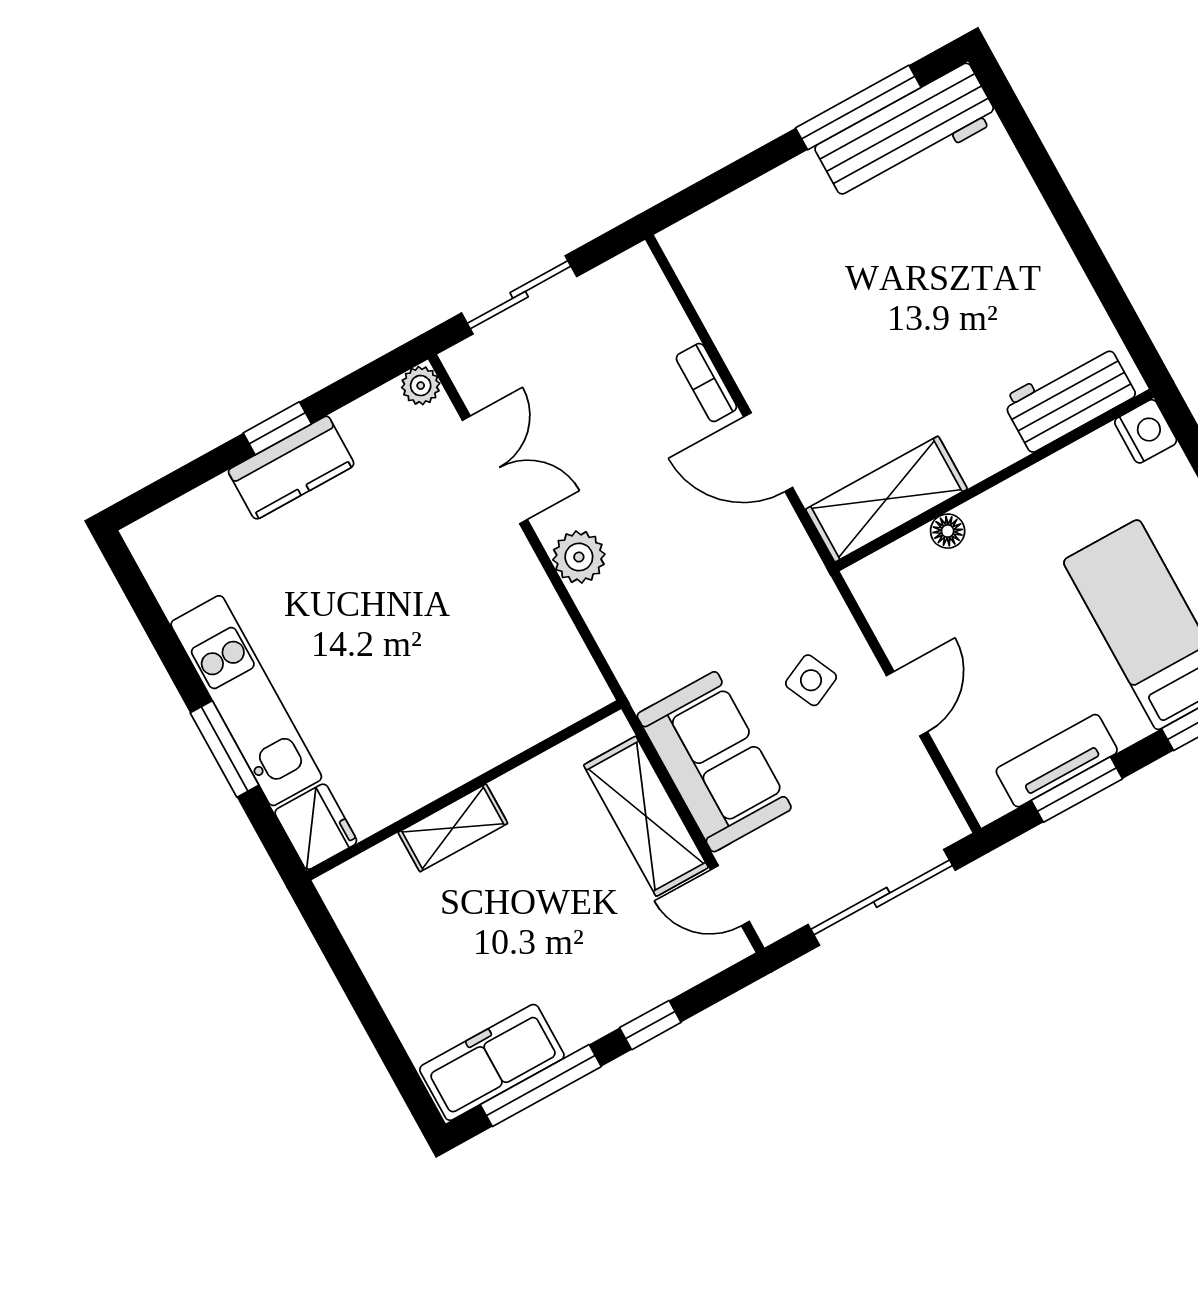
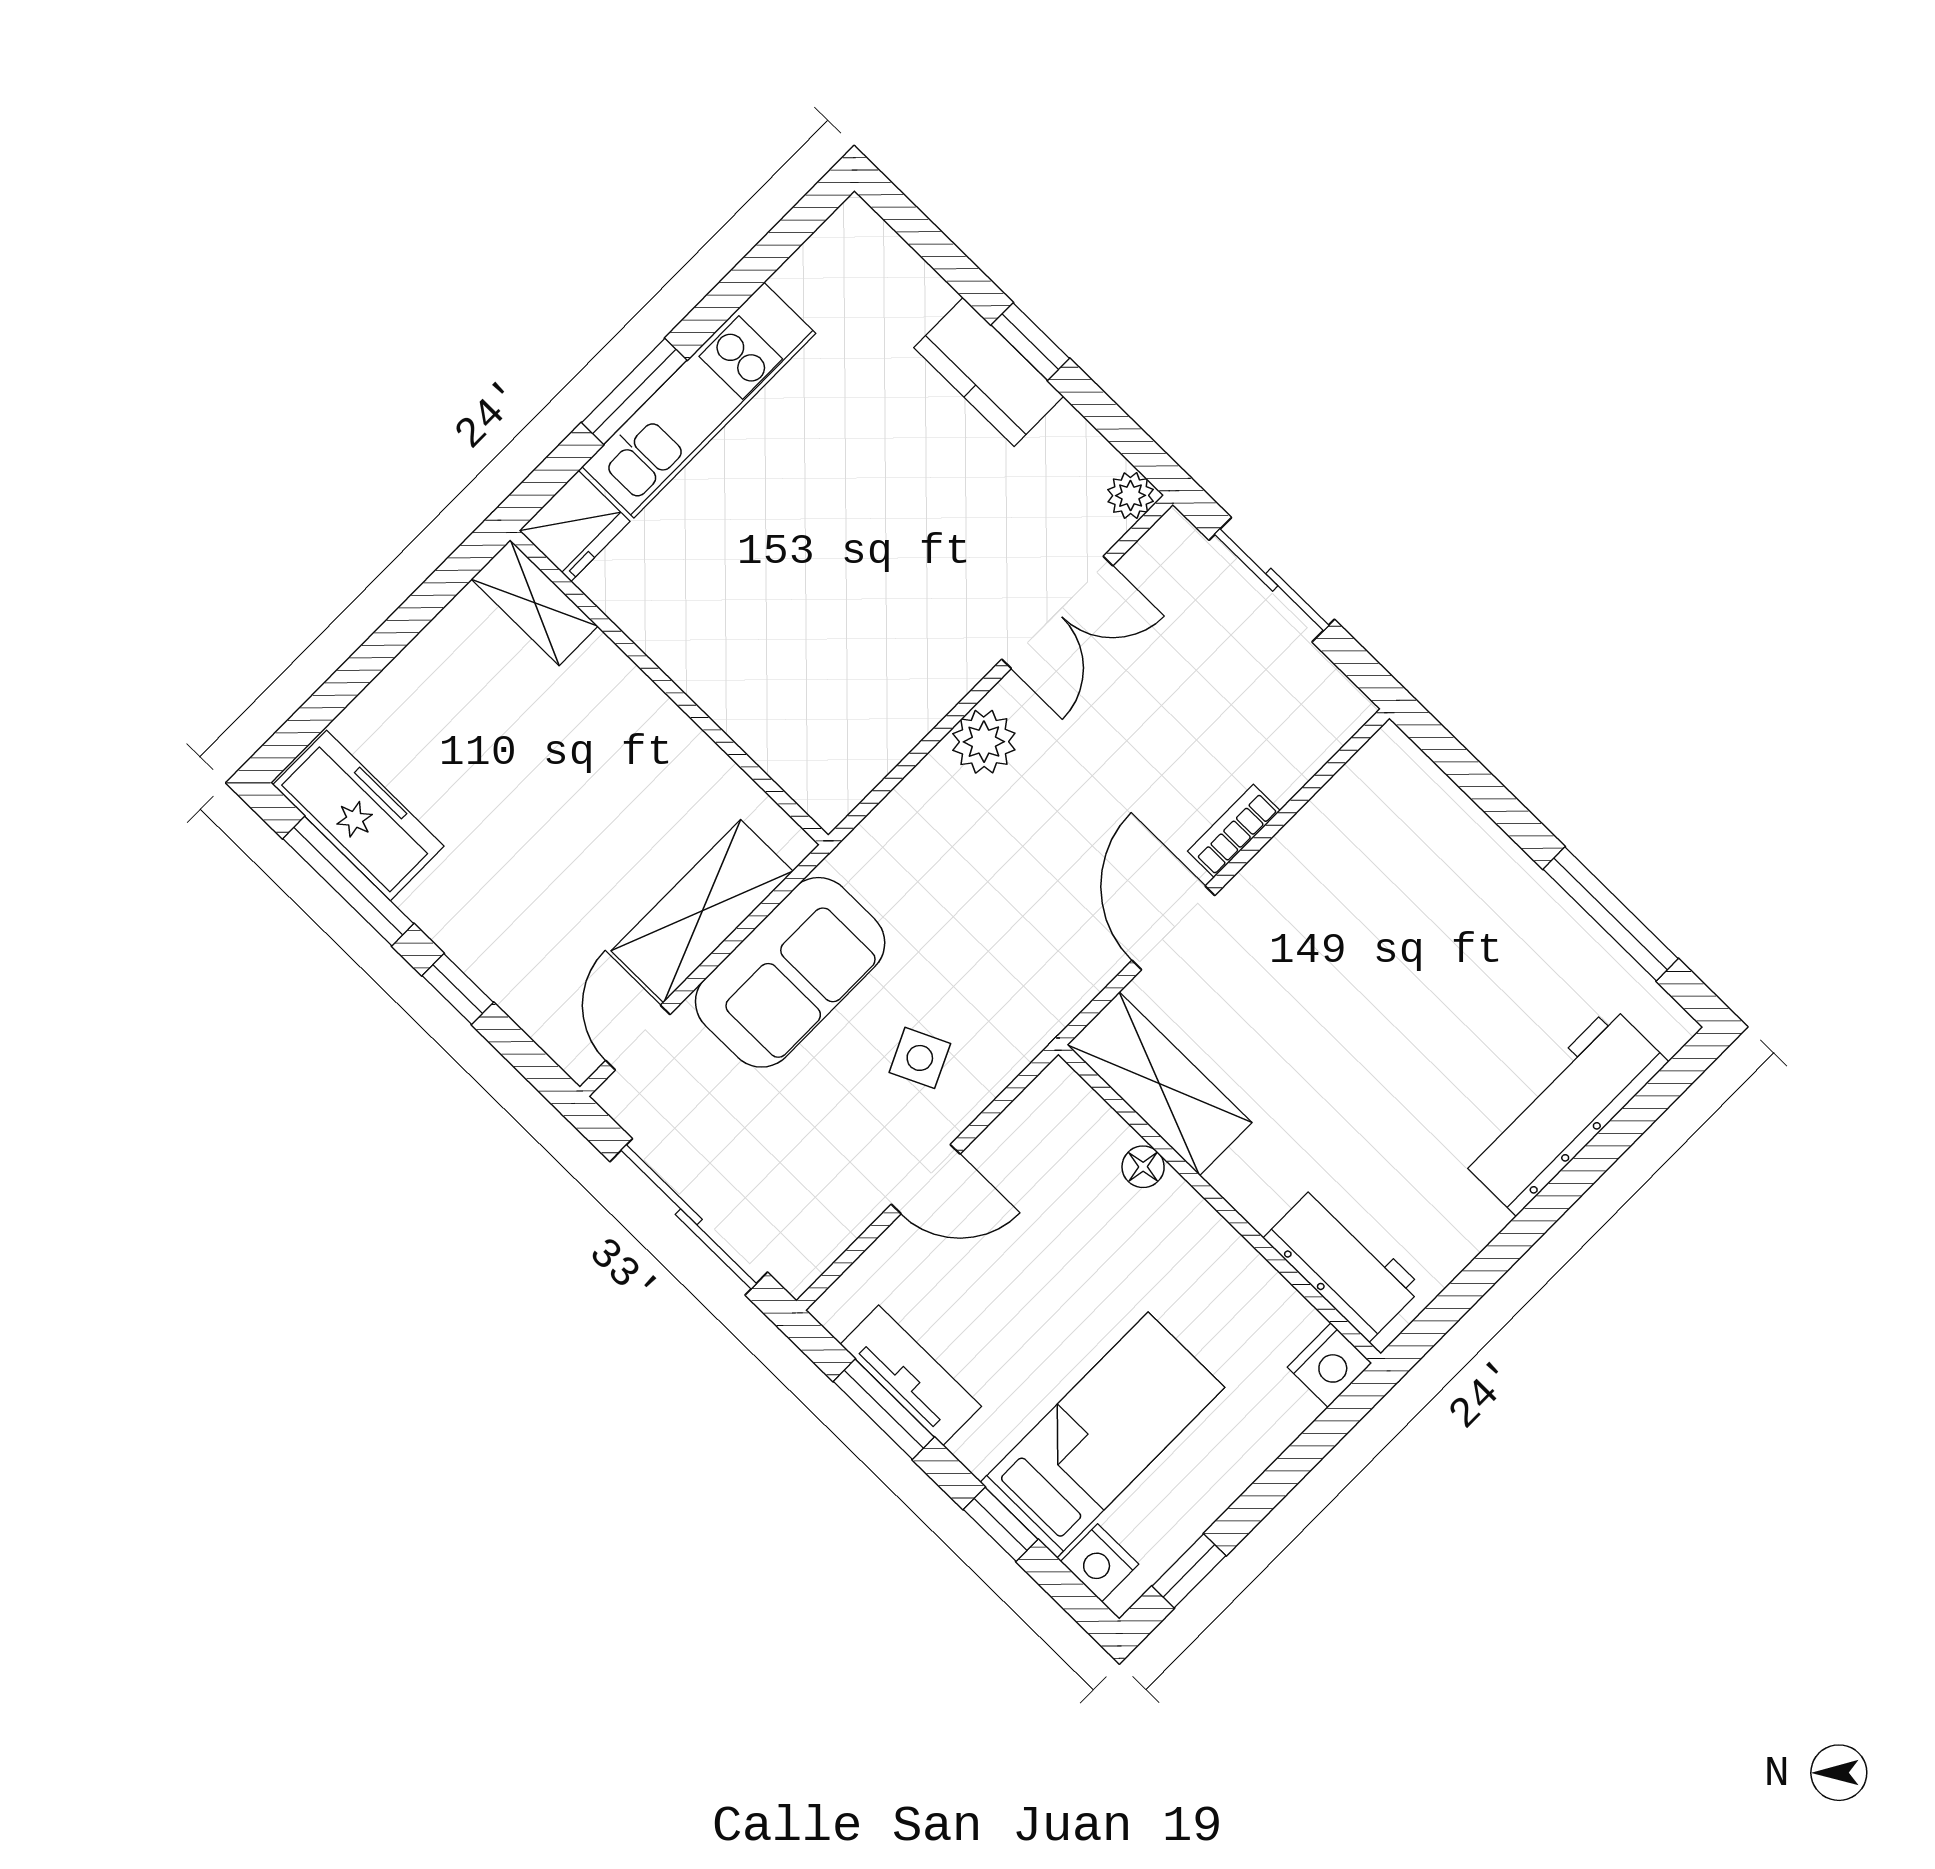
workbench: (907, 133) -> (1564, 1111), moved, turned 90
shelving: (453, 828) -> (535, 603), moved

